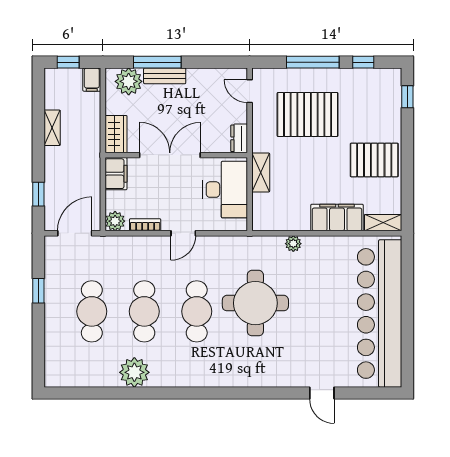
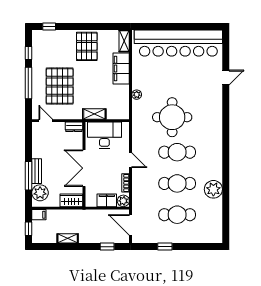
door: (250, 91) -> (46, 121), swing flipped
filing cabinet: (116, 174) -> (107, 200), moved

